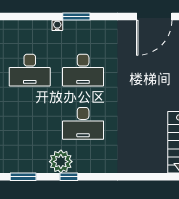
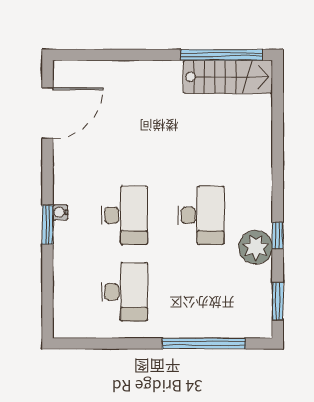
door: (154, 17) -> (48, 113), hinge flipped
water cooler: (57, 25) -> (60, 212), moved

